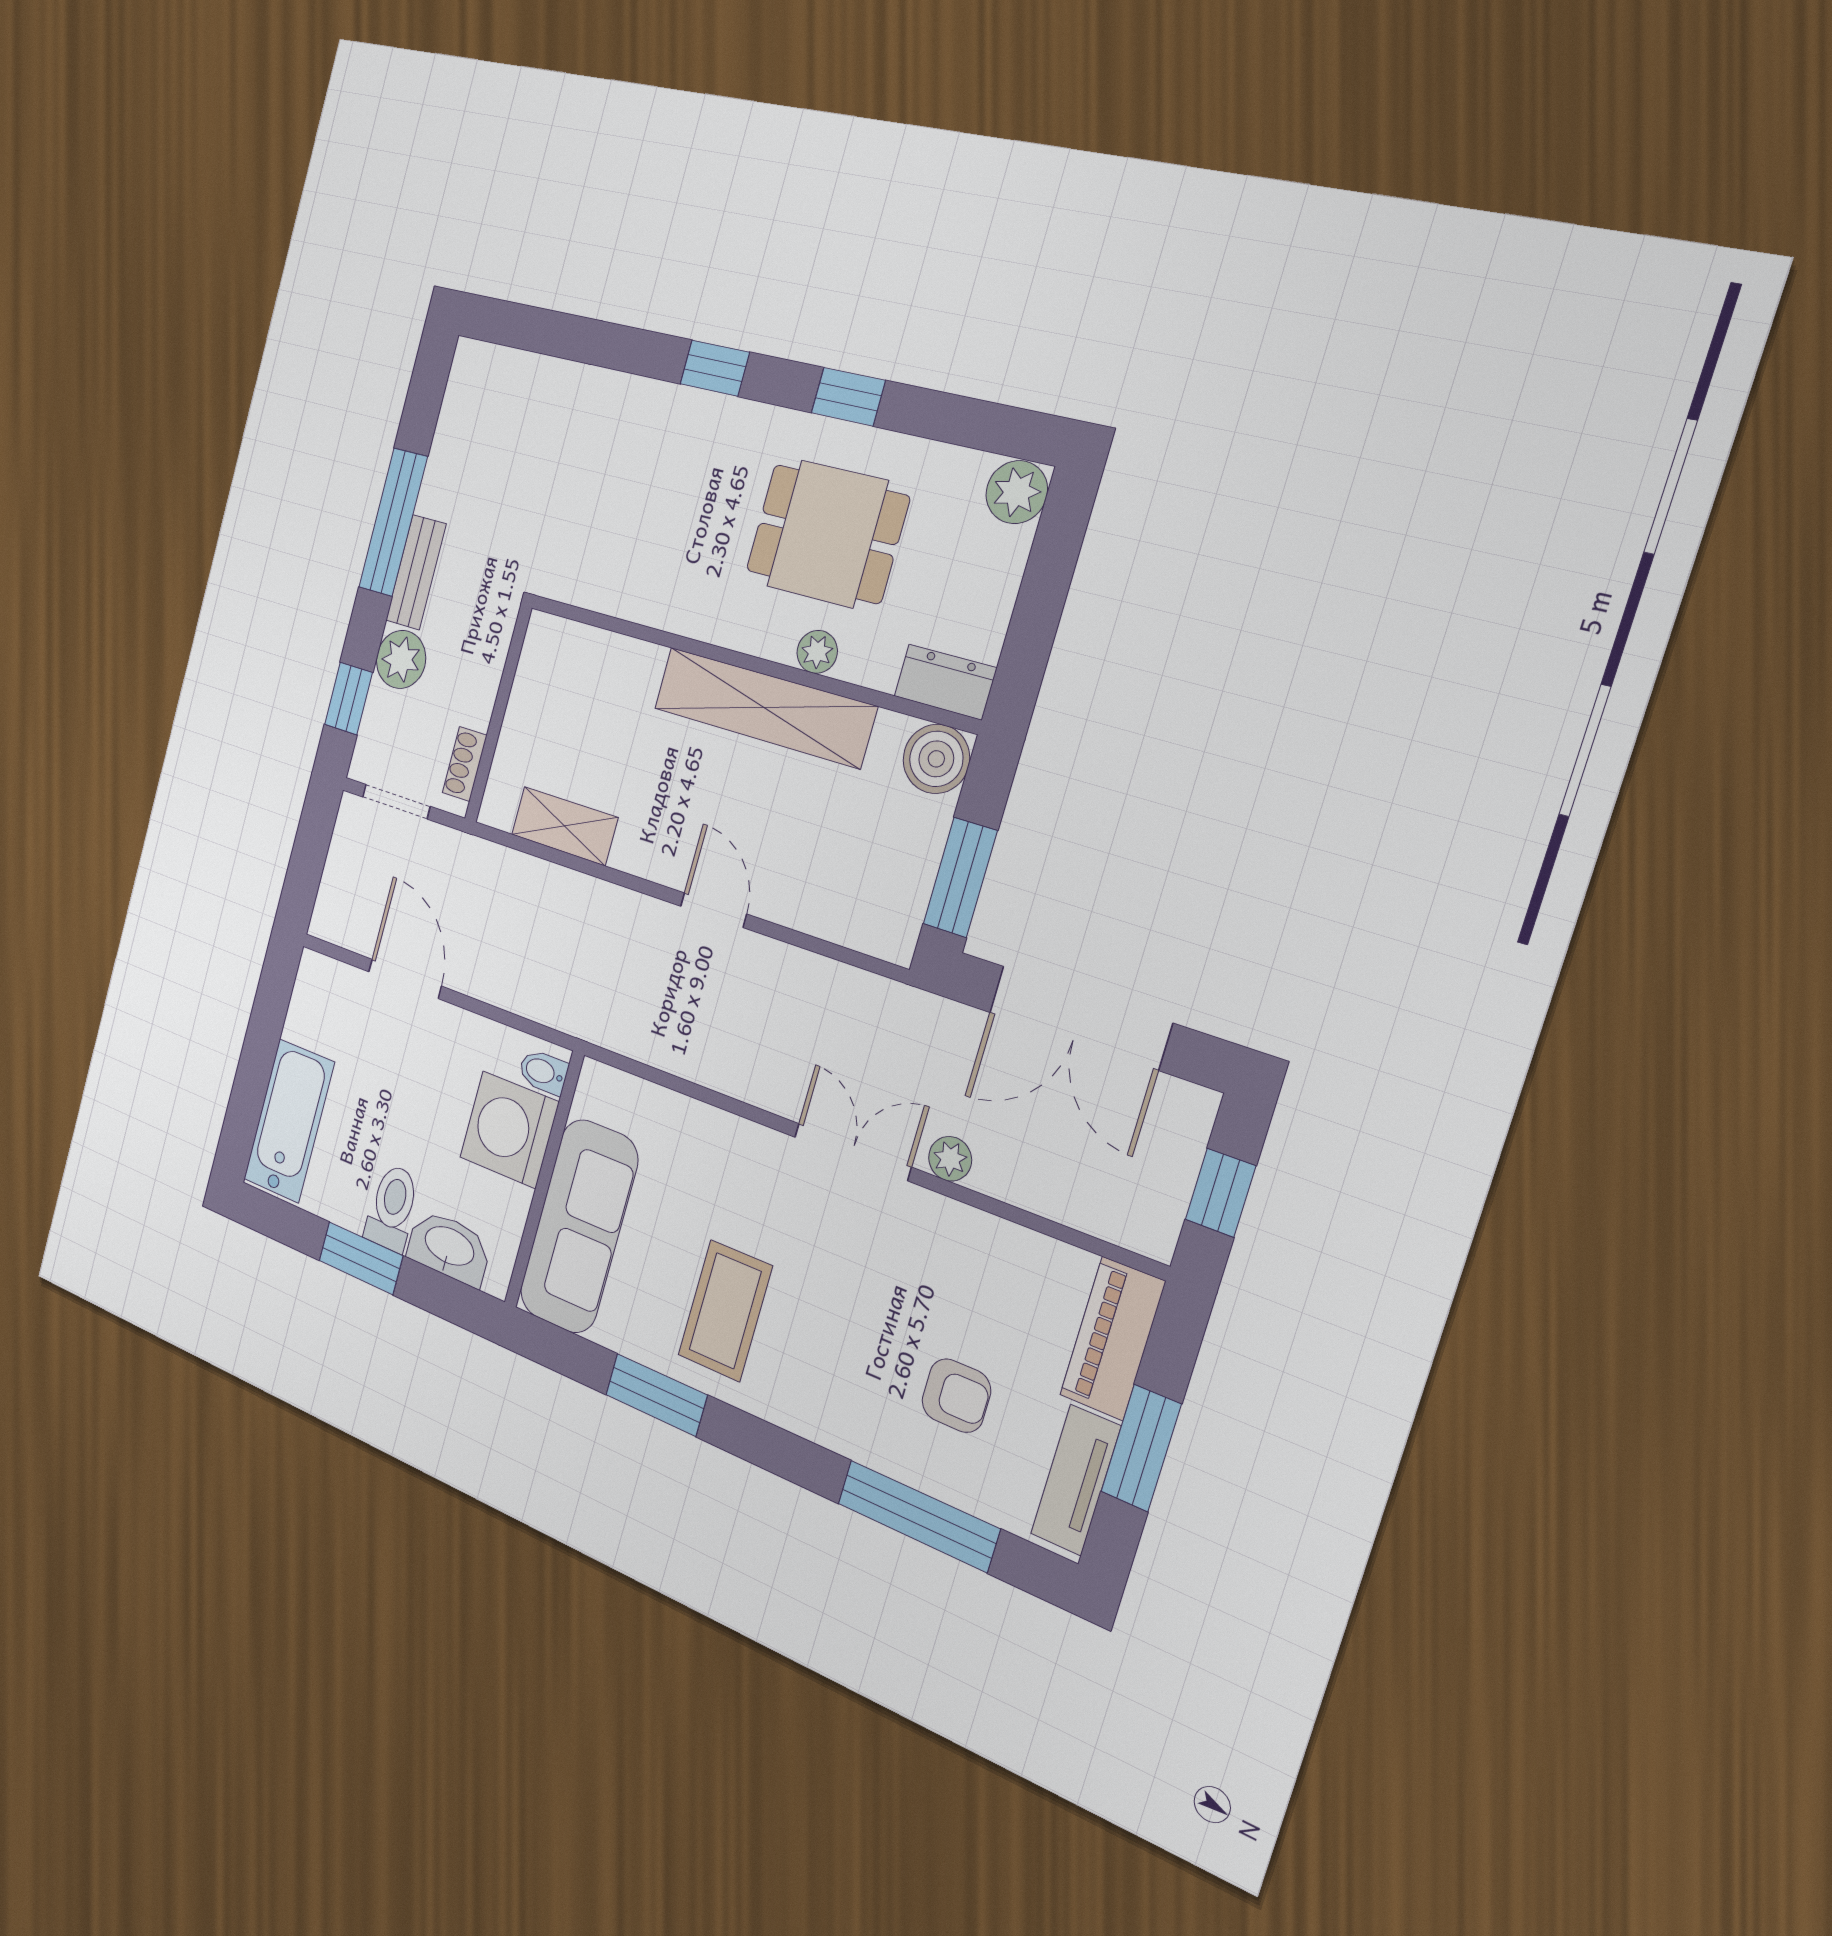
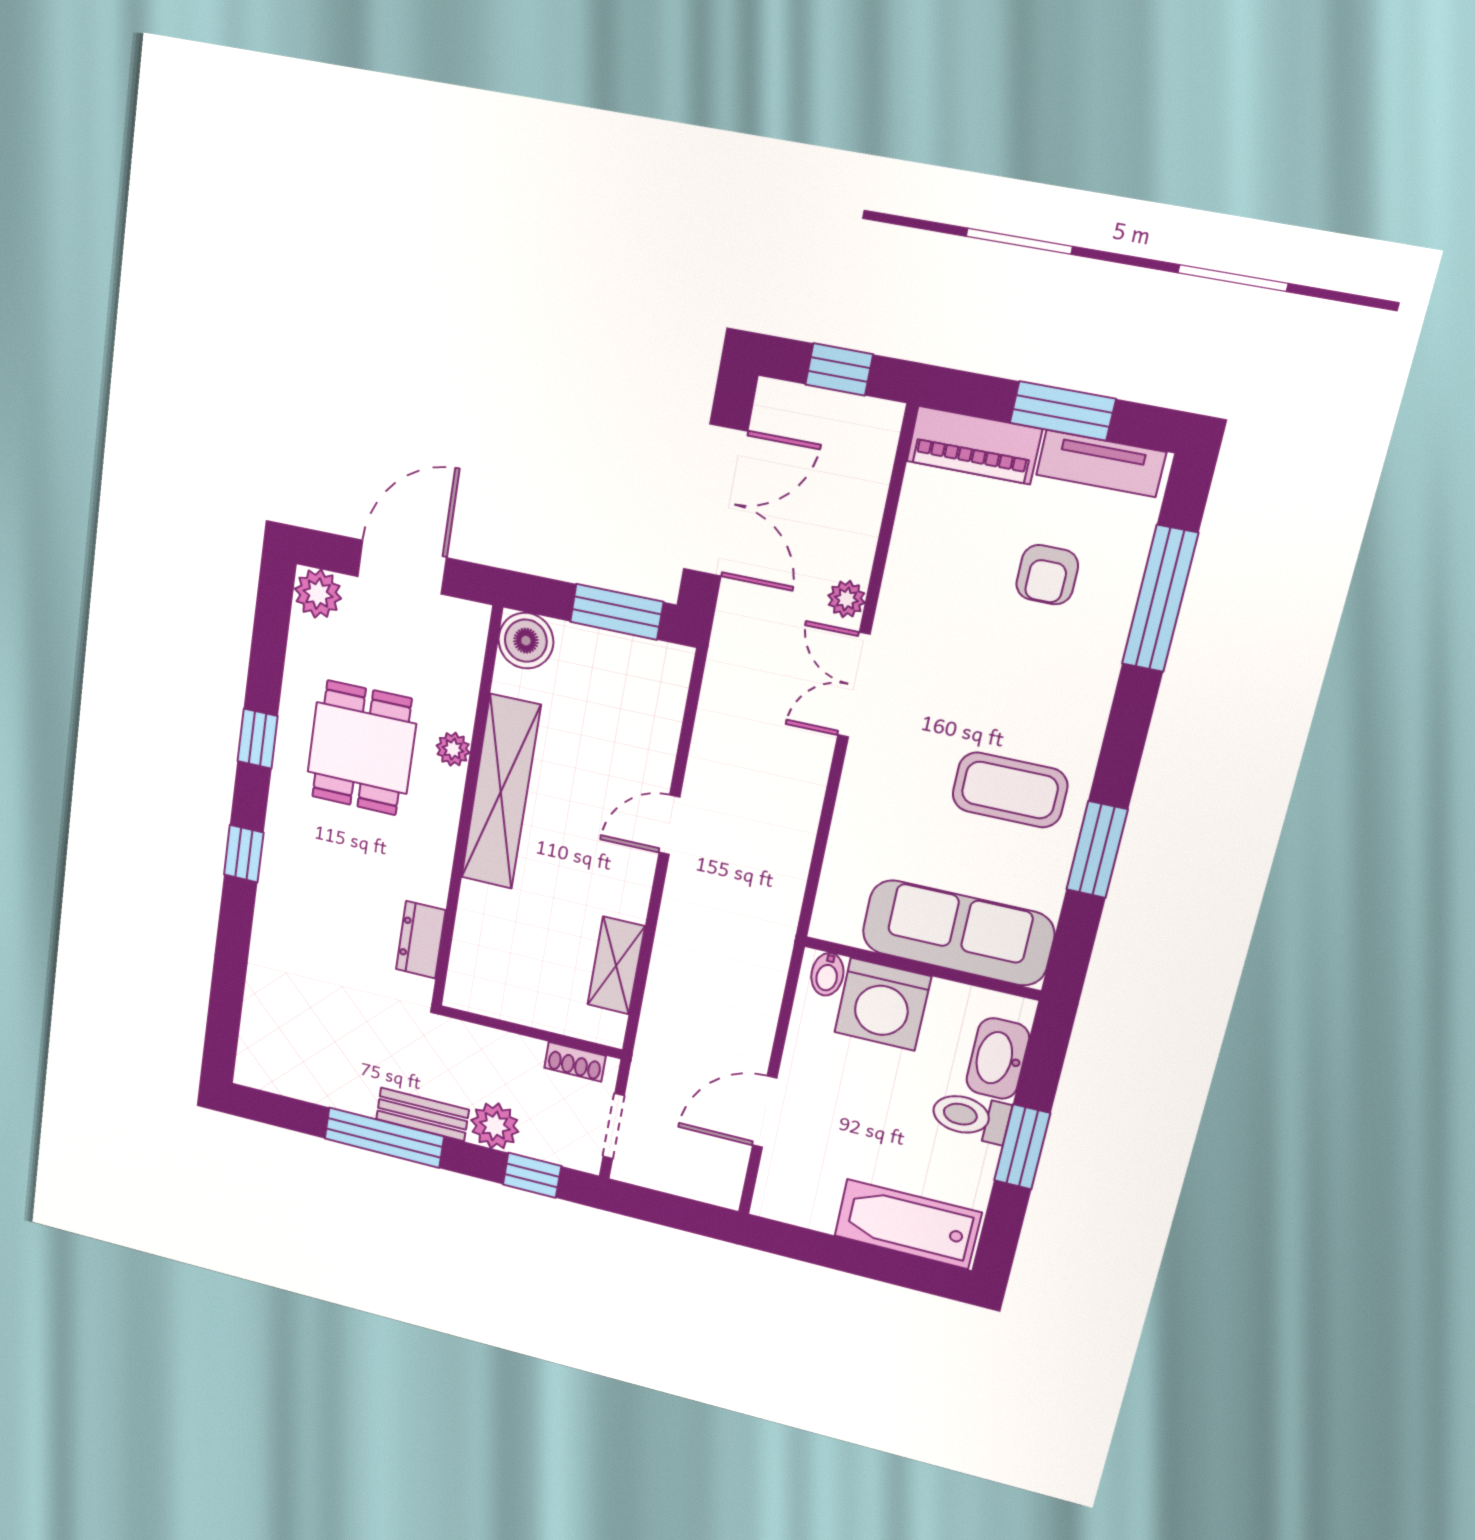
door: (1039, 607) -> (402, 567), added
dresser: (945, 682) -> (421, 940), moved
armchair: (956, 1396) -> (1047, 575), turned 180

